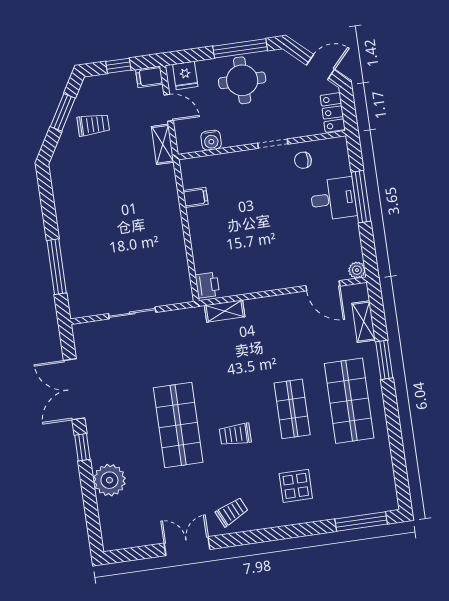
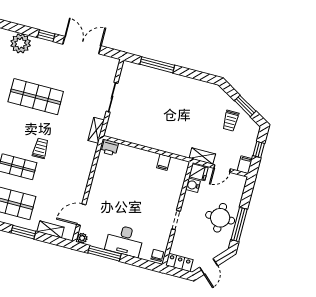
fridge: (185, 75) -> (199, 172), moved, turned 180
chair: (303, 160) -> (157, 255), moved
window: (361, 197) -> (105, 253), moved
desk: (333, 199) -> (125, 241), width x1.37
shelving: (225, 311) -> (96, 130), moved
trolley: (235, 434) -> (40, 148), moved

